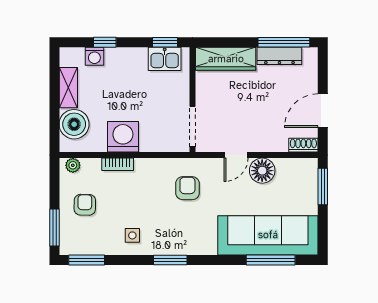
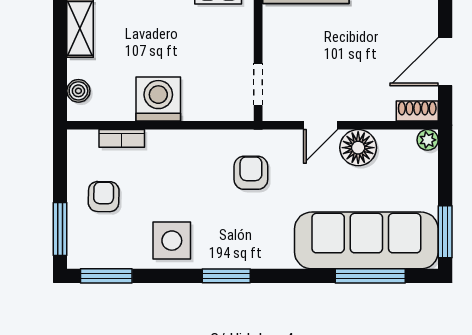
boiler: (74, 124) -> (78, 91), width x0.54, depth x0.54
doorway: (192, 127) -> (258, 84), width x0.73
bookcase: (118, 164) -> (122, 138), moved
plant: (73, 165) -> (428, 140), moved
window: (323, 187) -> (445, 232), moved
side table: (132, 235) -> (172, 241), width x1.87, depth x1.87

